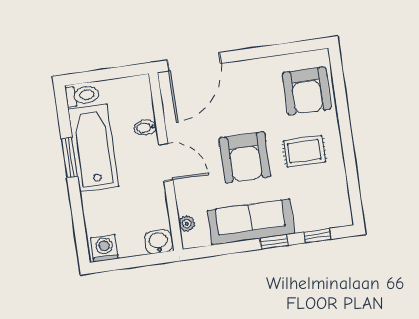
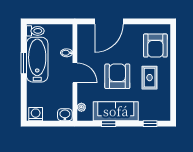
door: (194, 62) -> (109, 21), moved
rug: (304, 151) -> (150, 78), turned 90
armchair: (245, 157) -> (117, 76), turned 180
window: (274, 242) -> (109, 124), moved

